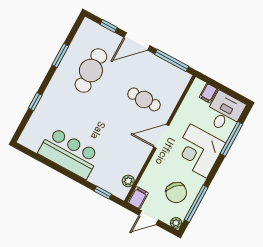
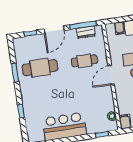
dresser: (169, 70) -> (86, 32), added
cafe table: (91, 71) -> (40, 68), turned 90

